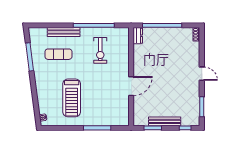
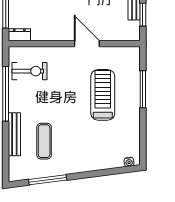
exercise bike: (100, 50) -> (30, 71), moved
treadmill: (72, 98) -> (103, 95), moved, turned -90

